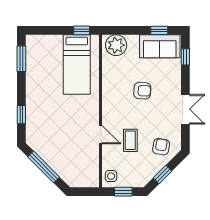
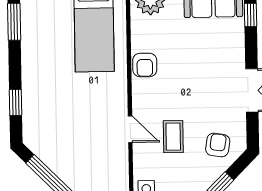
armchair: (142, 91) -> (145, 65), moved, turned 86

